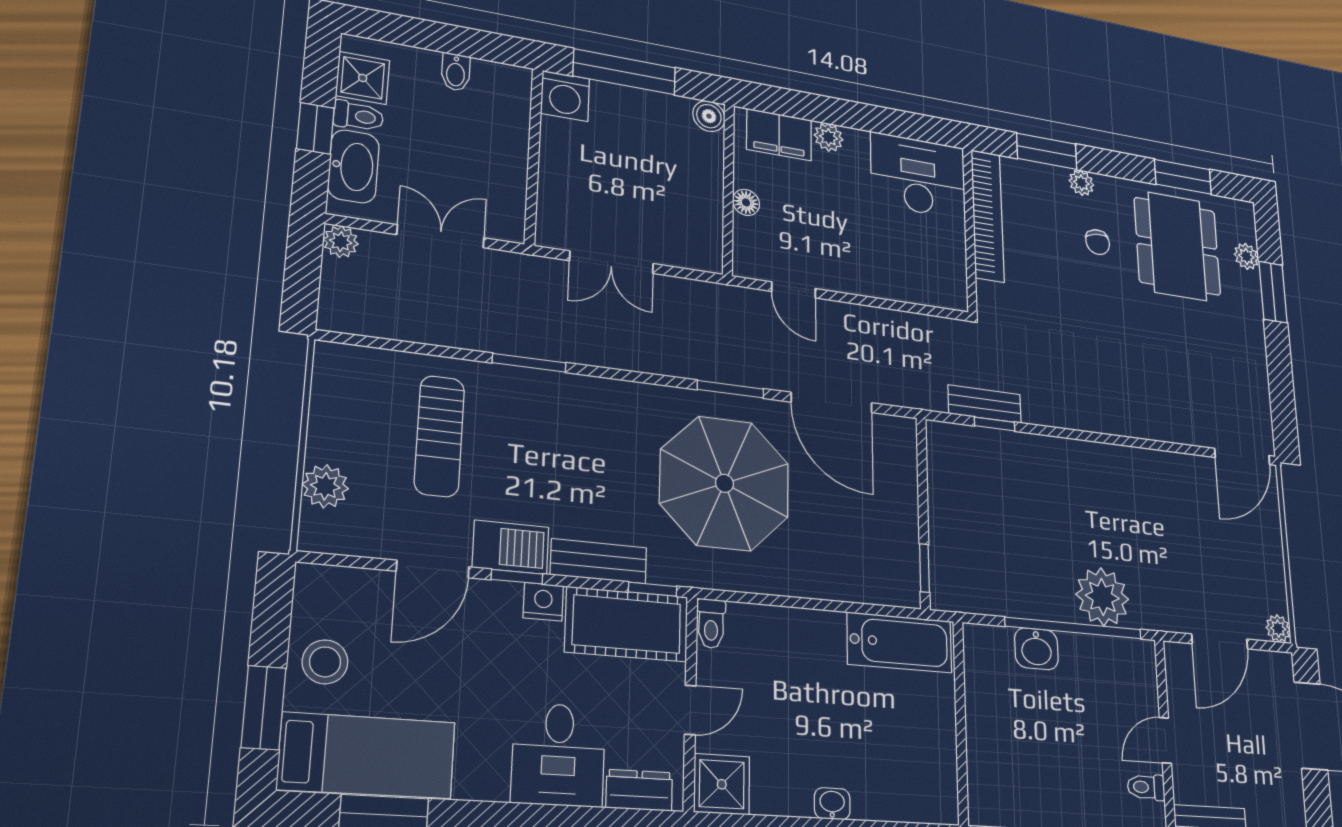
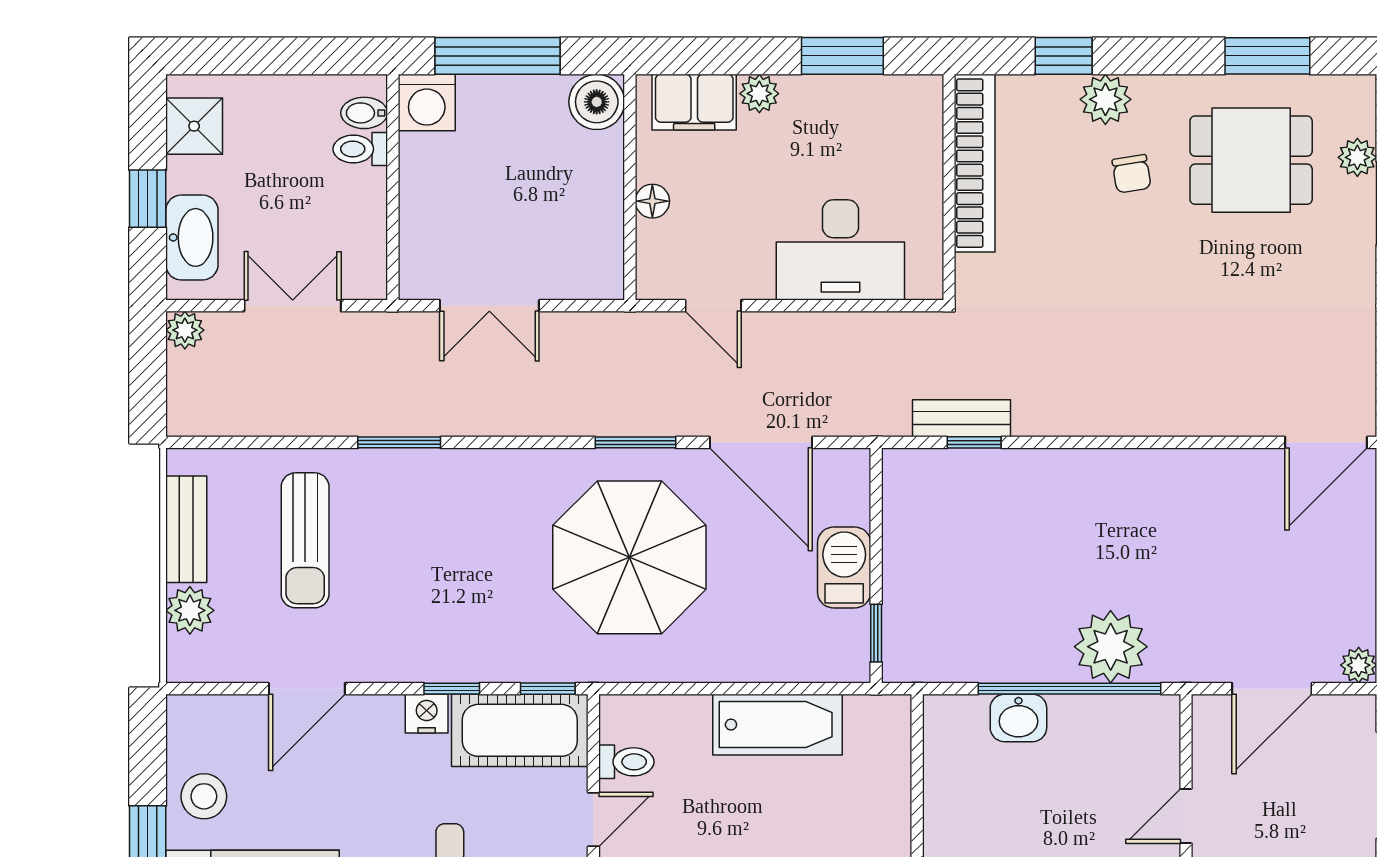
bidet: (456, 72) -> (364, 113), moved, turned 90
toilet: (359, 116) -> (360, 149), moved, turned 180
boiler: (709, 116) -> (597, 102), width x1.36, depth x1.36
window: (890, 122) -> (842, 56), added
window: (1047, 151) -> (1064, 56), width x0.67
desk: (918, 176) -> (840, 250), moved, turned 180
plant: (1081, 183) -> (1105, 99), width x1.38, depth x1.38
dining table: (1177, 246) -> (1251, 160), width x0.73
barbecue: (511, 547) -> (844, 567), moved, turned -90
bench: (599, 561) -> (186, 529), moved, turned 90
window: (517, 577) -> (452, 689), moved
toilet: (711, 624) -> (626, 762), moved, turned -90
bathtub: (900, 642) -> (778, 725), moved

